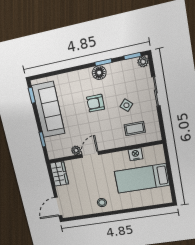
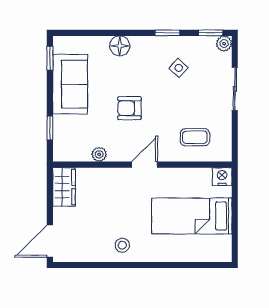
floor lamp: (99, 73) -> (120, 46), moved
armchair: (96, 103) -> (129, 108), moved
side table: (126, 105) -> (179, 68), moved
sofa: (48, 110) -> (70, 84), width x0.73
door: (90, 154) -> (145, 165), moved
nightstand: (136, 154) -> (222, 177), moved

